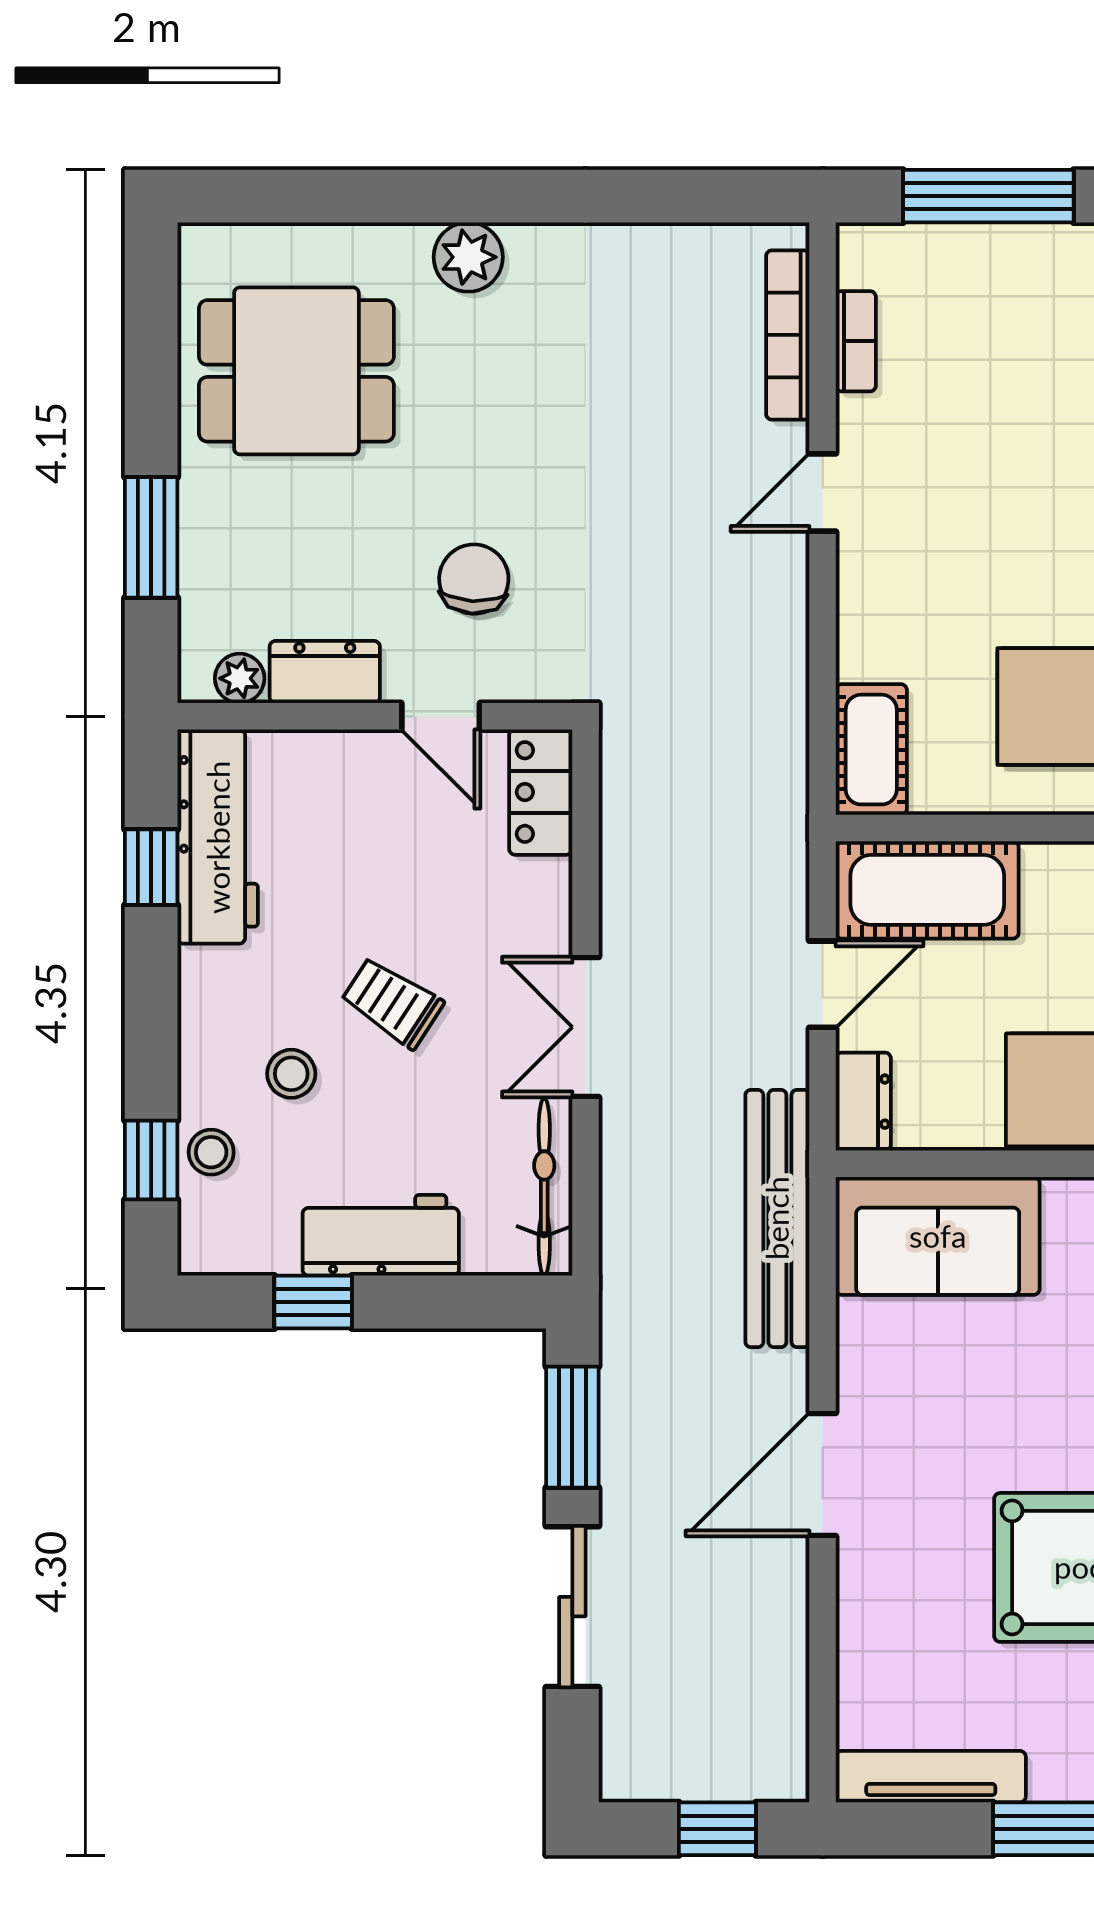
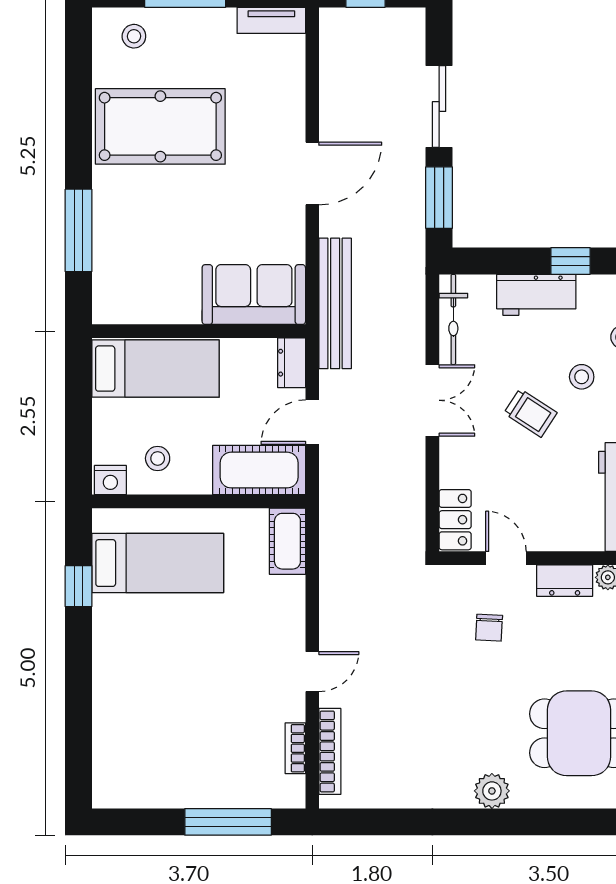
chair: (474, 579) -> (489, 628), width x0.73, depth x0.73
tv unit: (931, 1777) -> (271, 20), width x0.71

